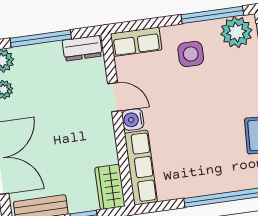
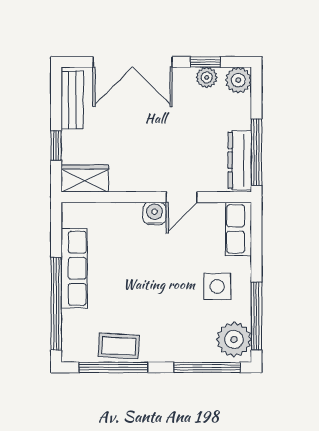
window: (41, 39) -> (256, 152), moved
dresser: (82, 48) -> (240, 160), width x1.44
row of seats: (141, 167) -> (74, 268), moved, turned -90

